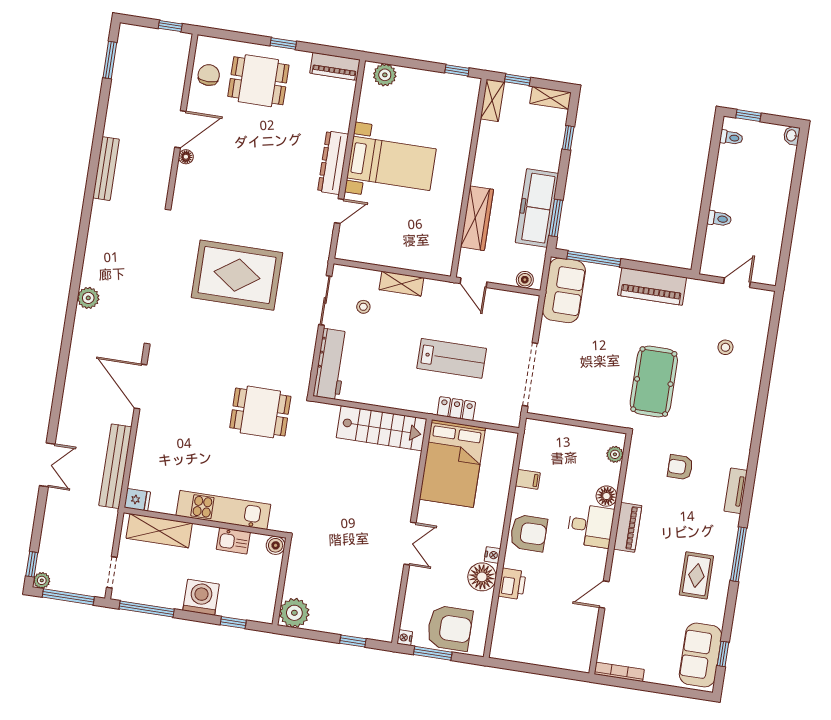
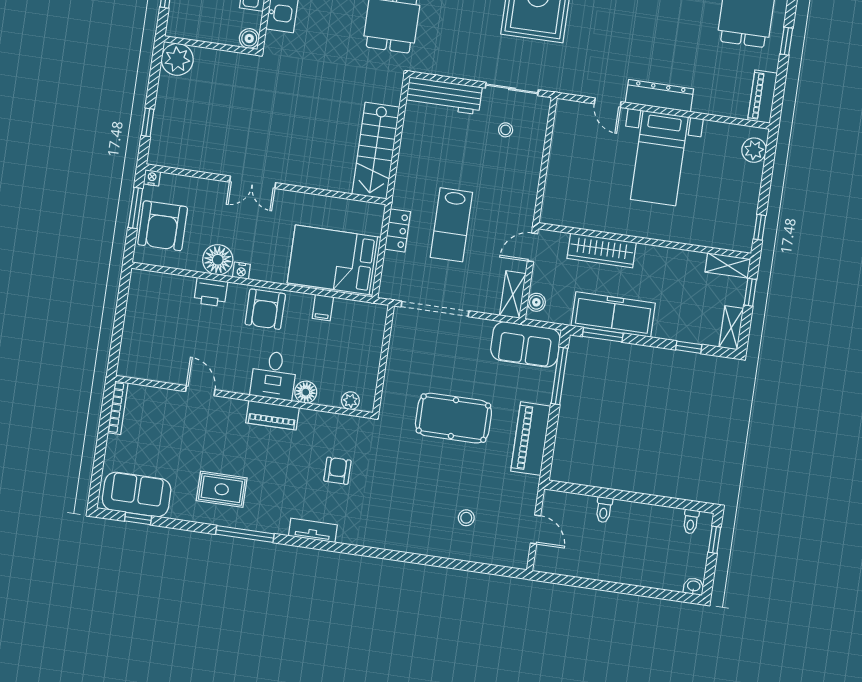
shelving: (401, 284) -> (513, 295), moved
pool table: (654, 382) -> (453, 418), moved
bed: (452, 464) -> (334, 260), moved

